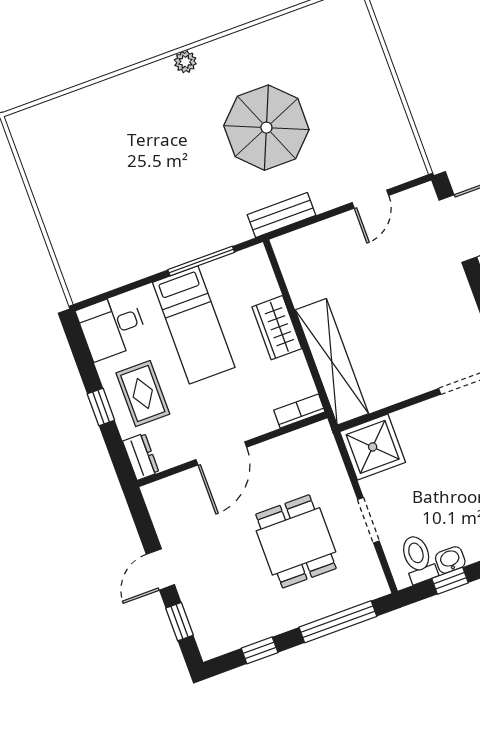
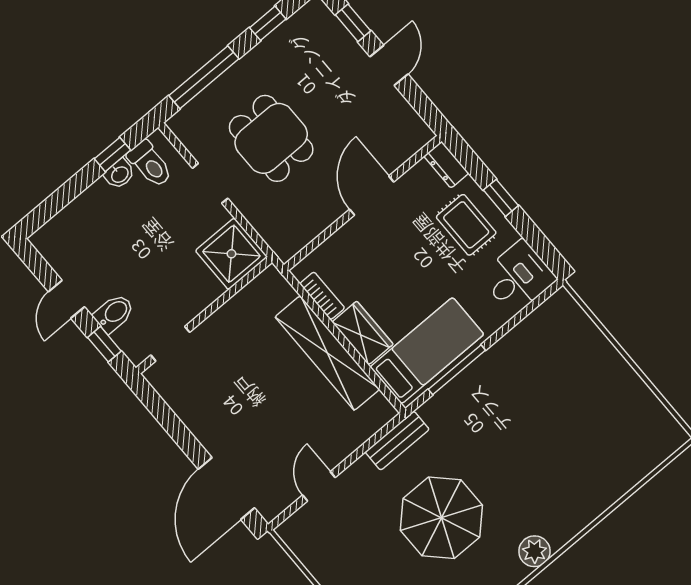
plant: (185, 62) -> (534, 551), width x1.38, depth x1.38
bed: (194, 325) -> (427, 351), moved, turned 90
shelving: (332, 362) -> (327, 353), moved
bookcase: (299, 411) -> (322, 296), moved, turned -90

